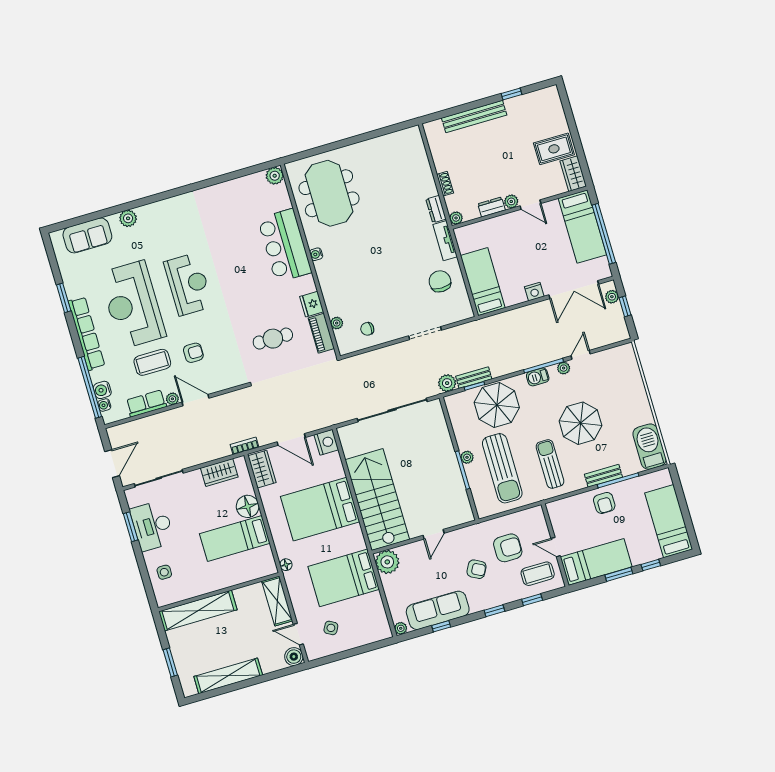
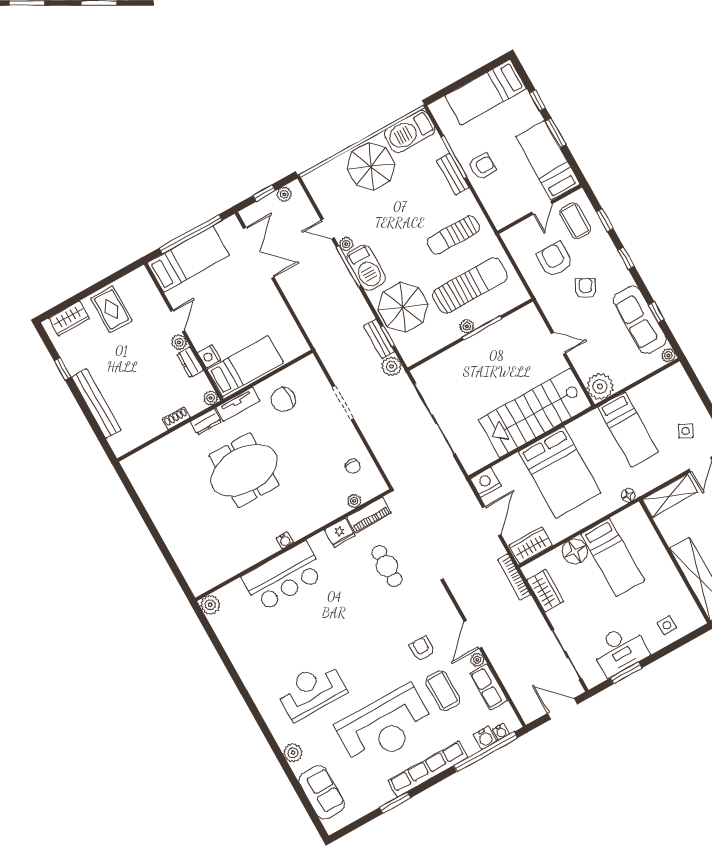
wardrobe: (573, 174) -> (69, 318), moved
meeting table: (329, 193) -> (244, 470), moved
bed: (483, 282) -> (245, 366), moved, turned 180
reception desk: (188, 284) -> (311, 691), moved
nightstand: (534, 292) -> (209, 356), moved, turned 180
plant: (612, 297) -> (284, 194), moved
barbecue: (538, 377) -> (366, 268), width x1.88, depth x1.53
parasol: (580, 423) -> (371, 166), moved
bookcase: (245, 446) -> (514, 577), width x1.56
bed: (344, 578) -> (628, 430), width x0.67

